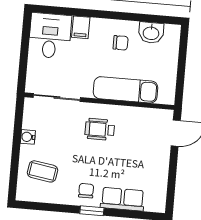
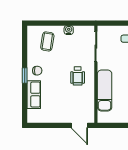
wheelchair: (100, 129) -> (78, 76), turned 180

